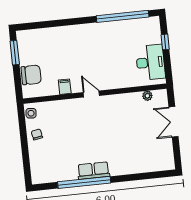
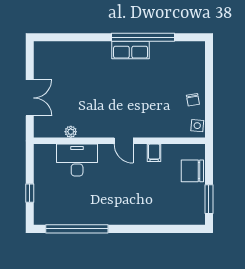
desk: (150, 62) -> (77, 160), moved, turned 90
plant: (147, 96) -> (71, 132), moved

